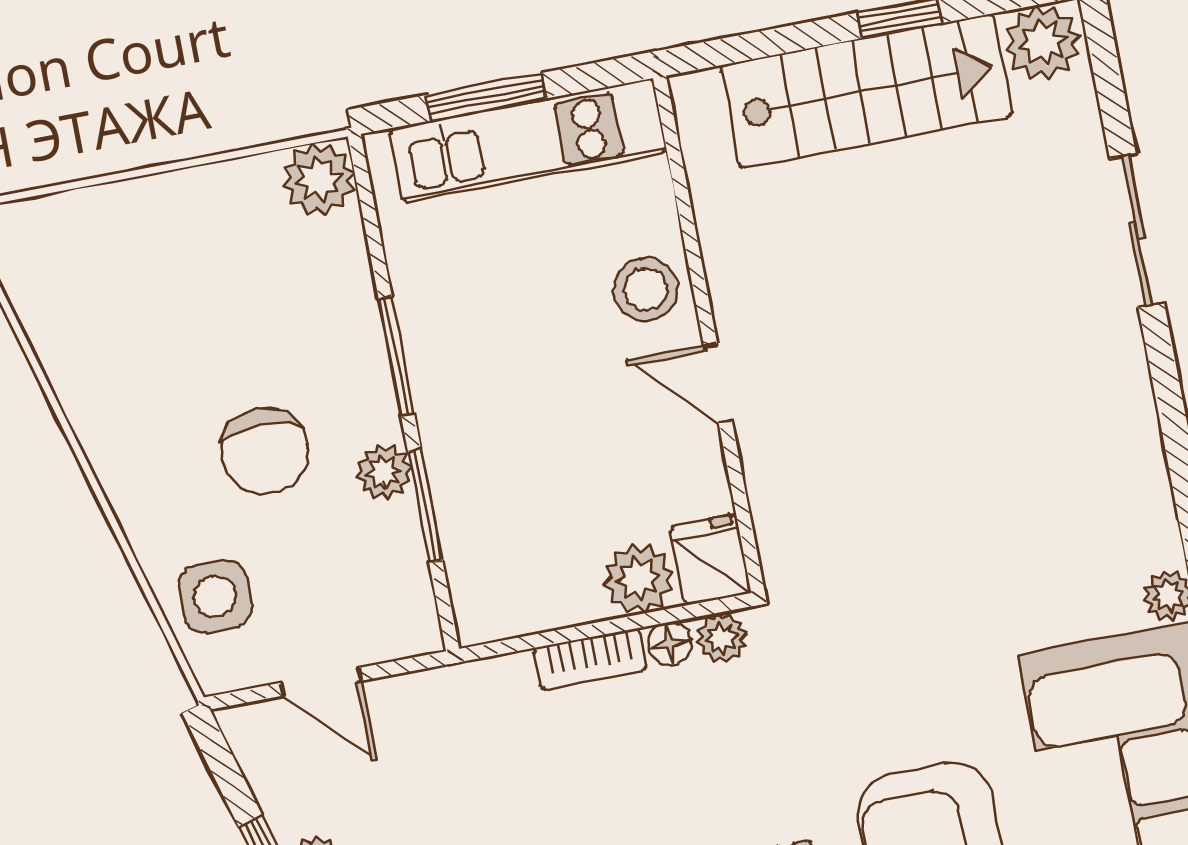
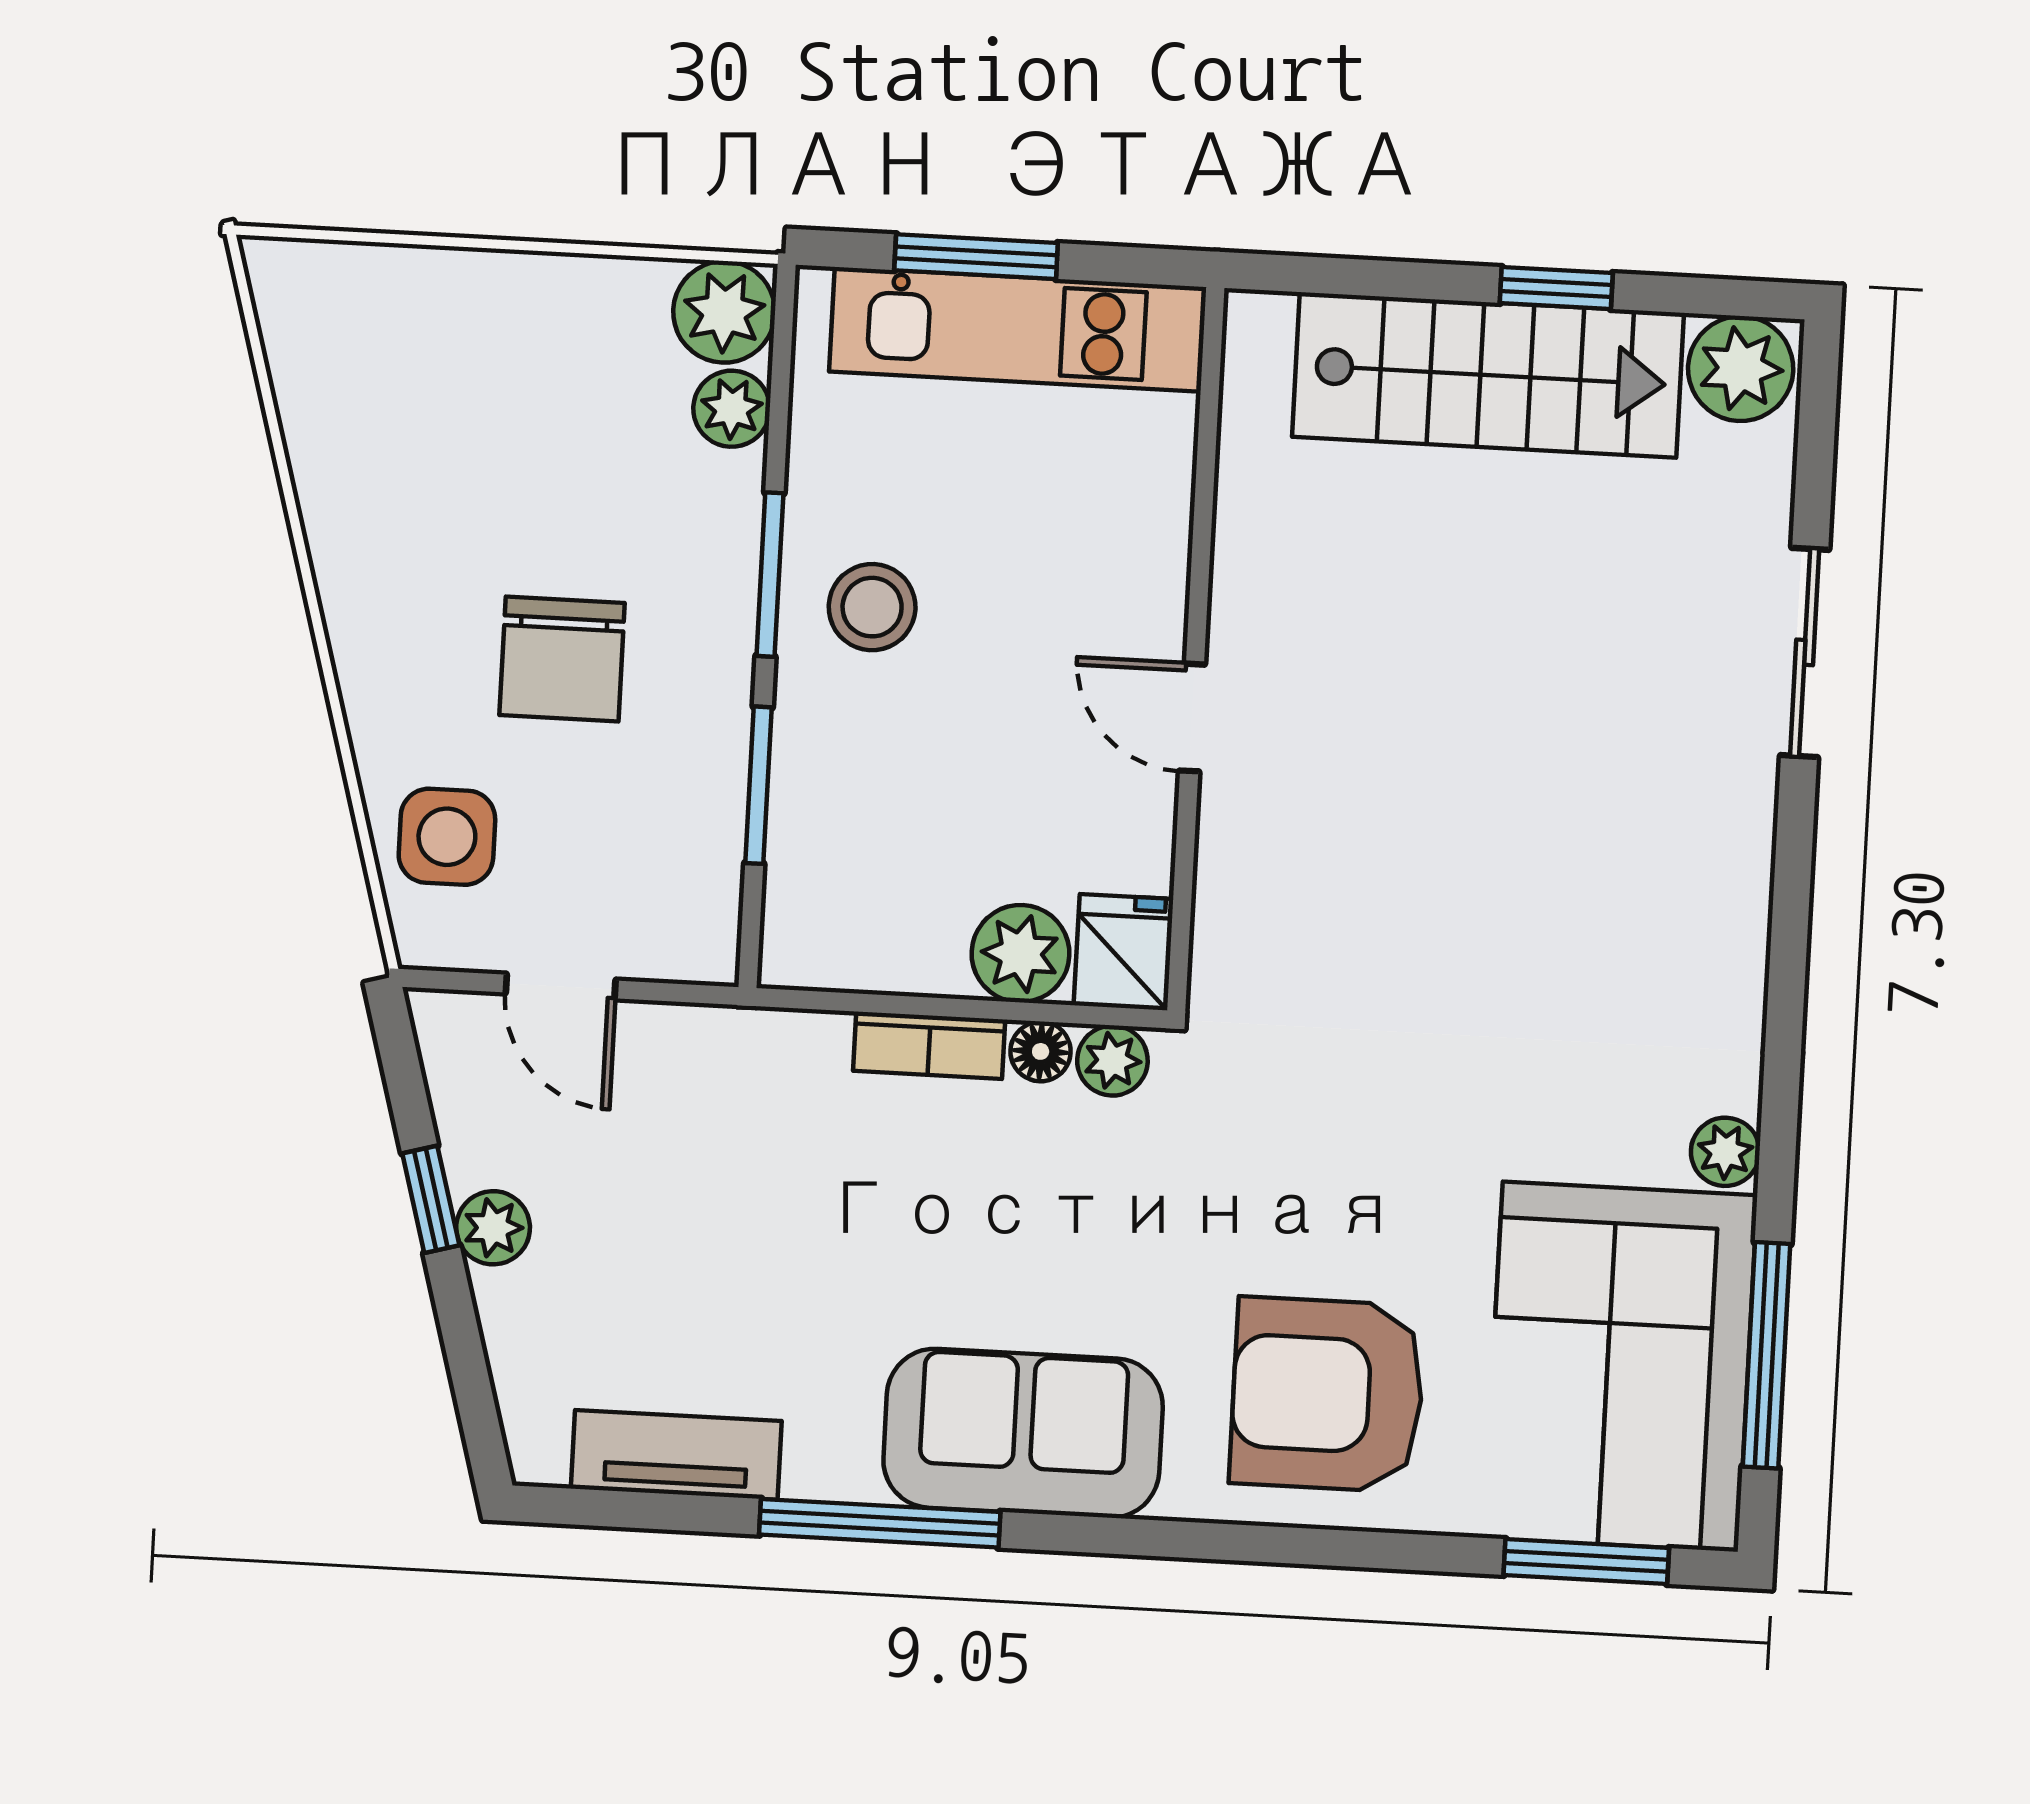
stool: (646, 289) -> (872, 607), moved
plant: (384, 472) -> (732, 409), moved

